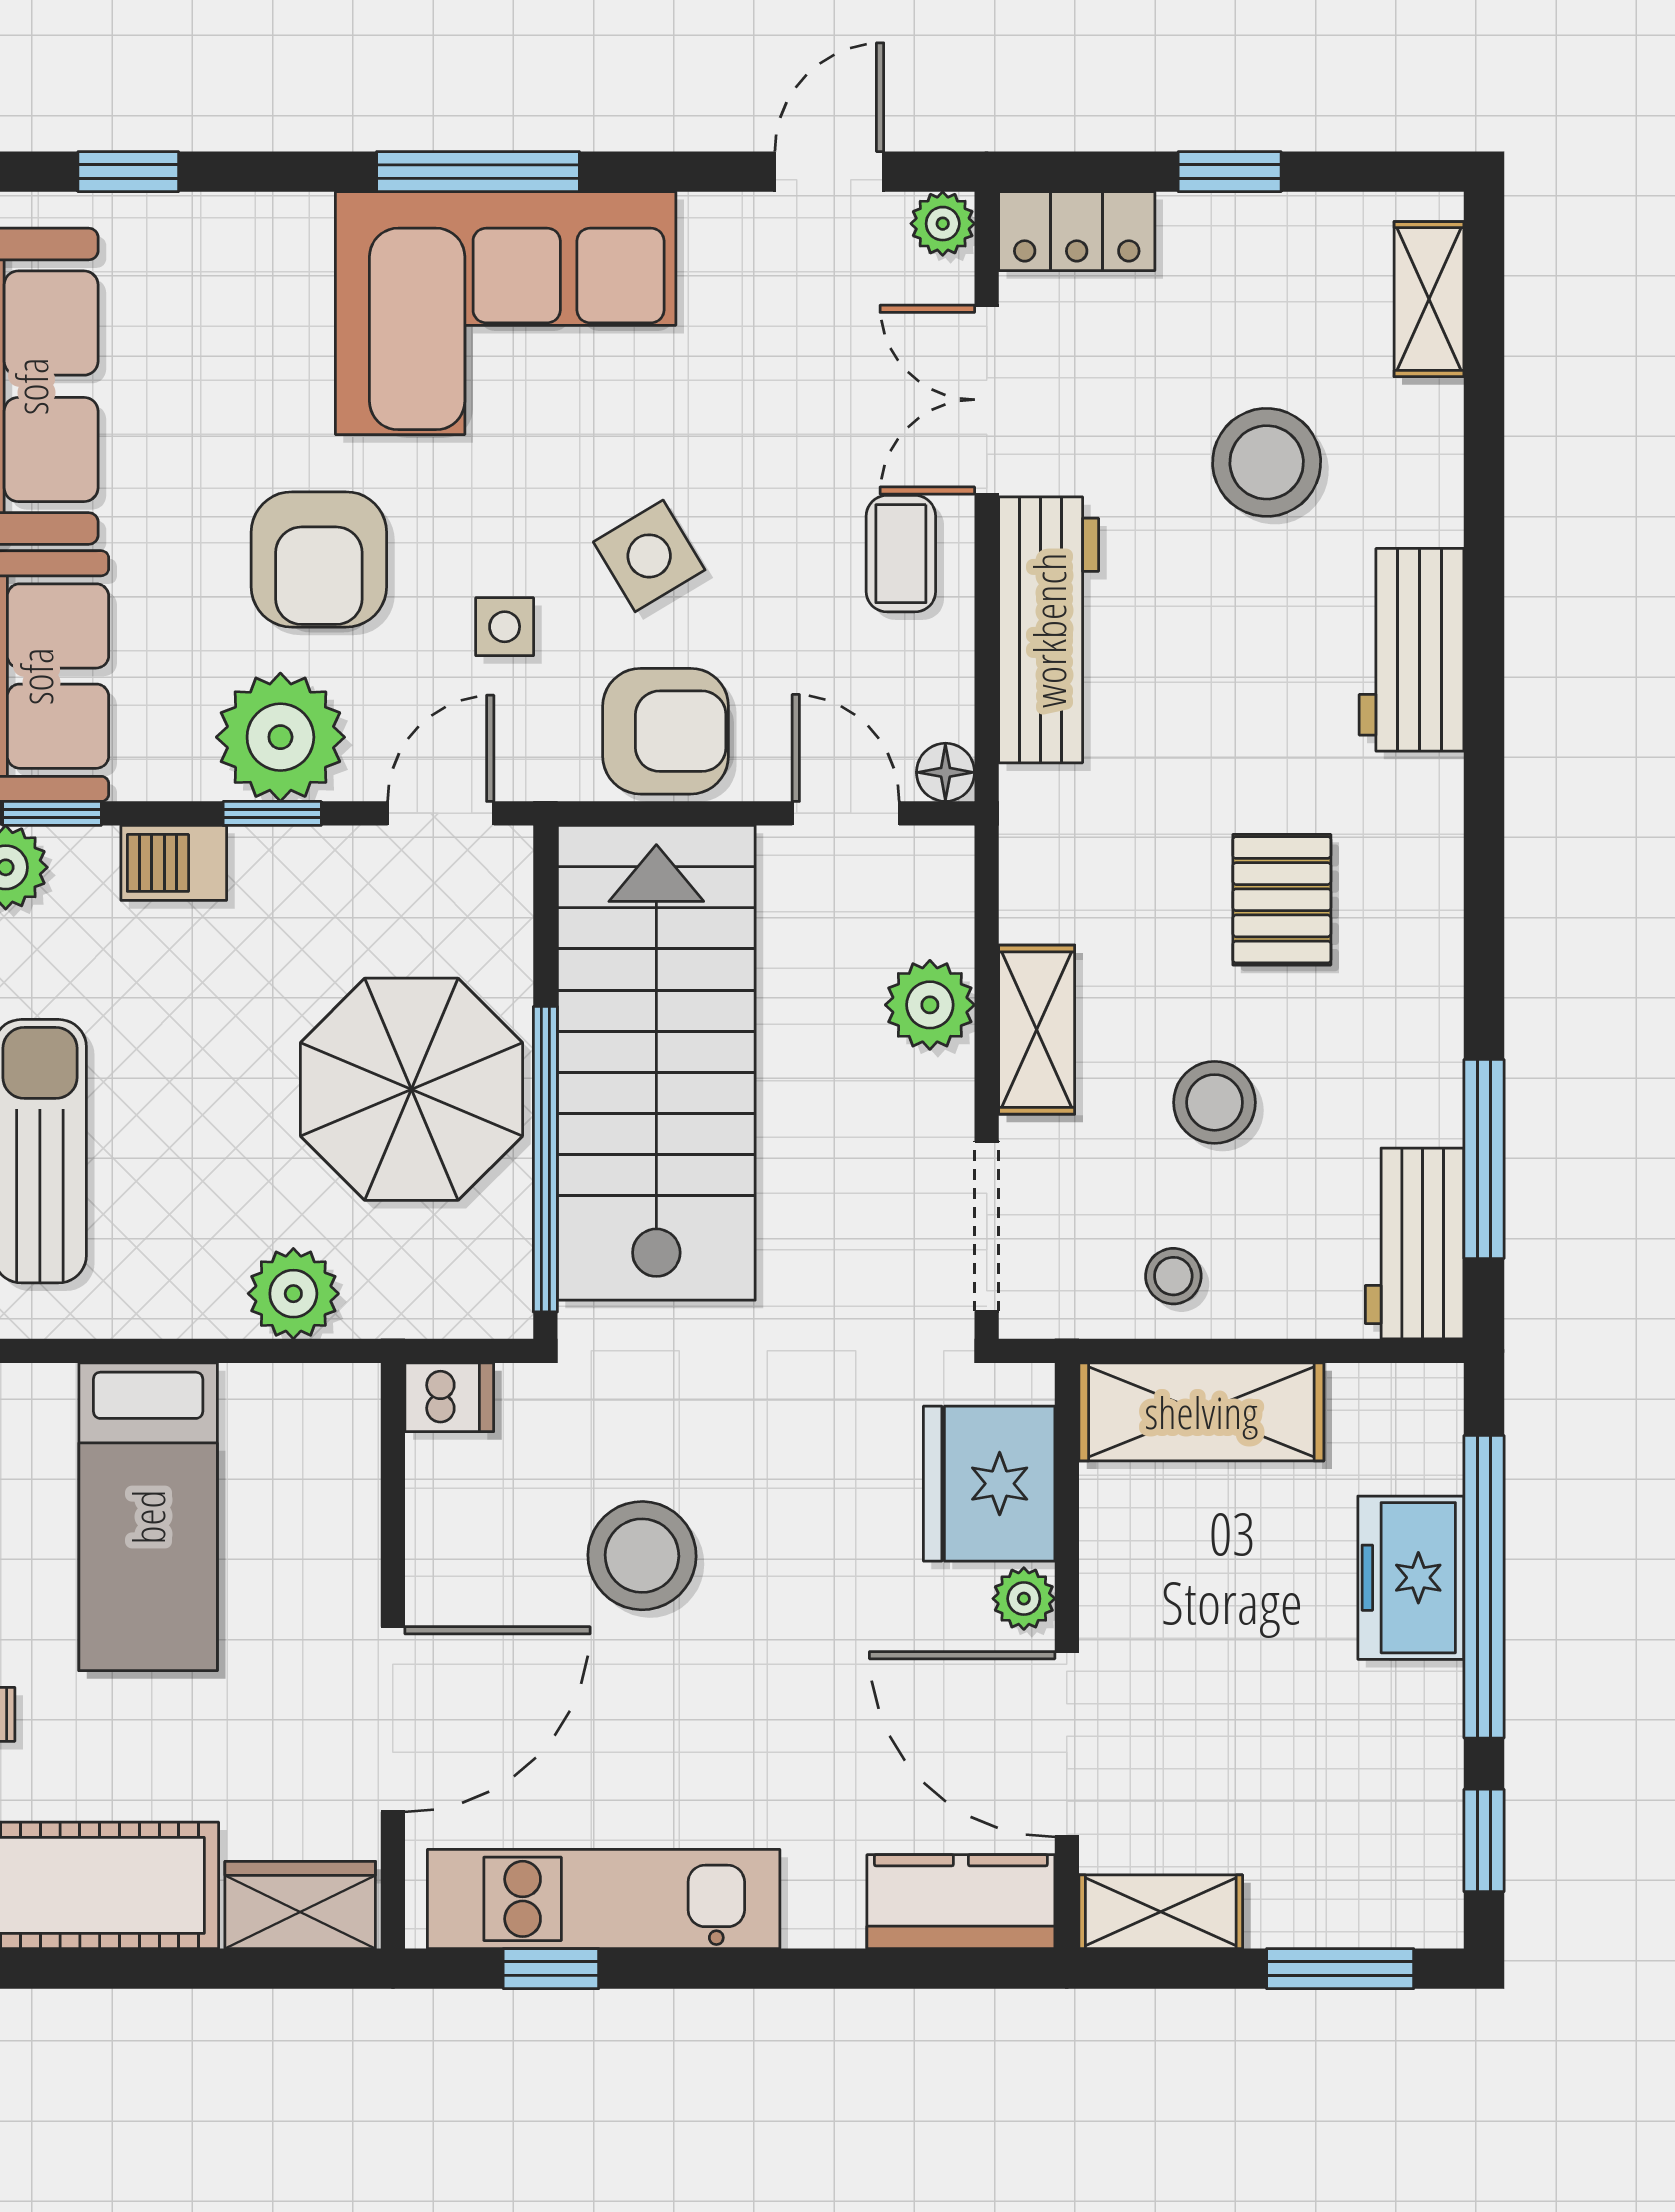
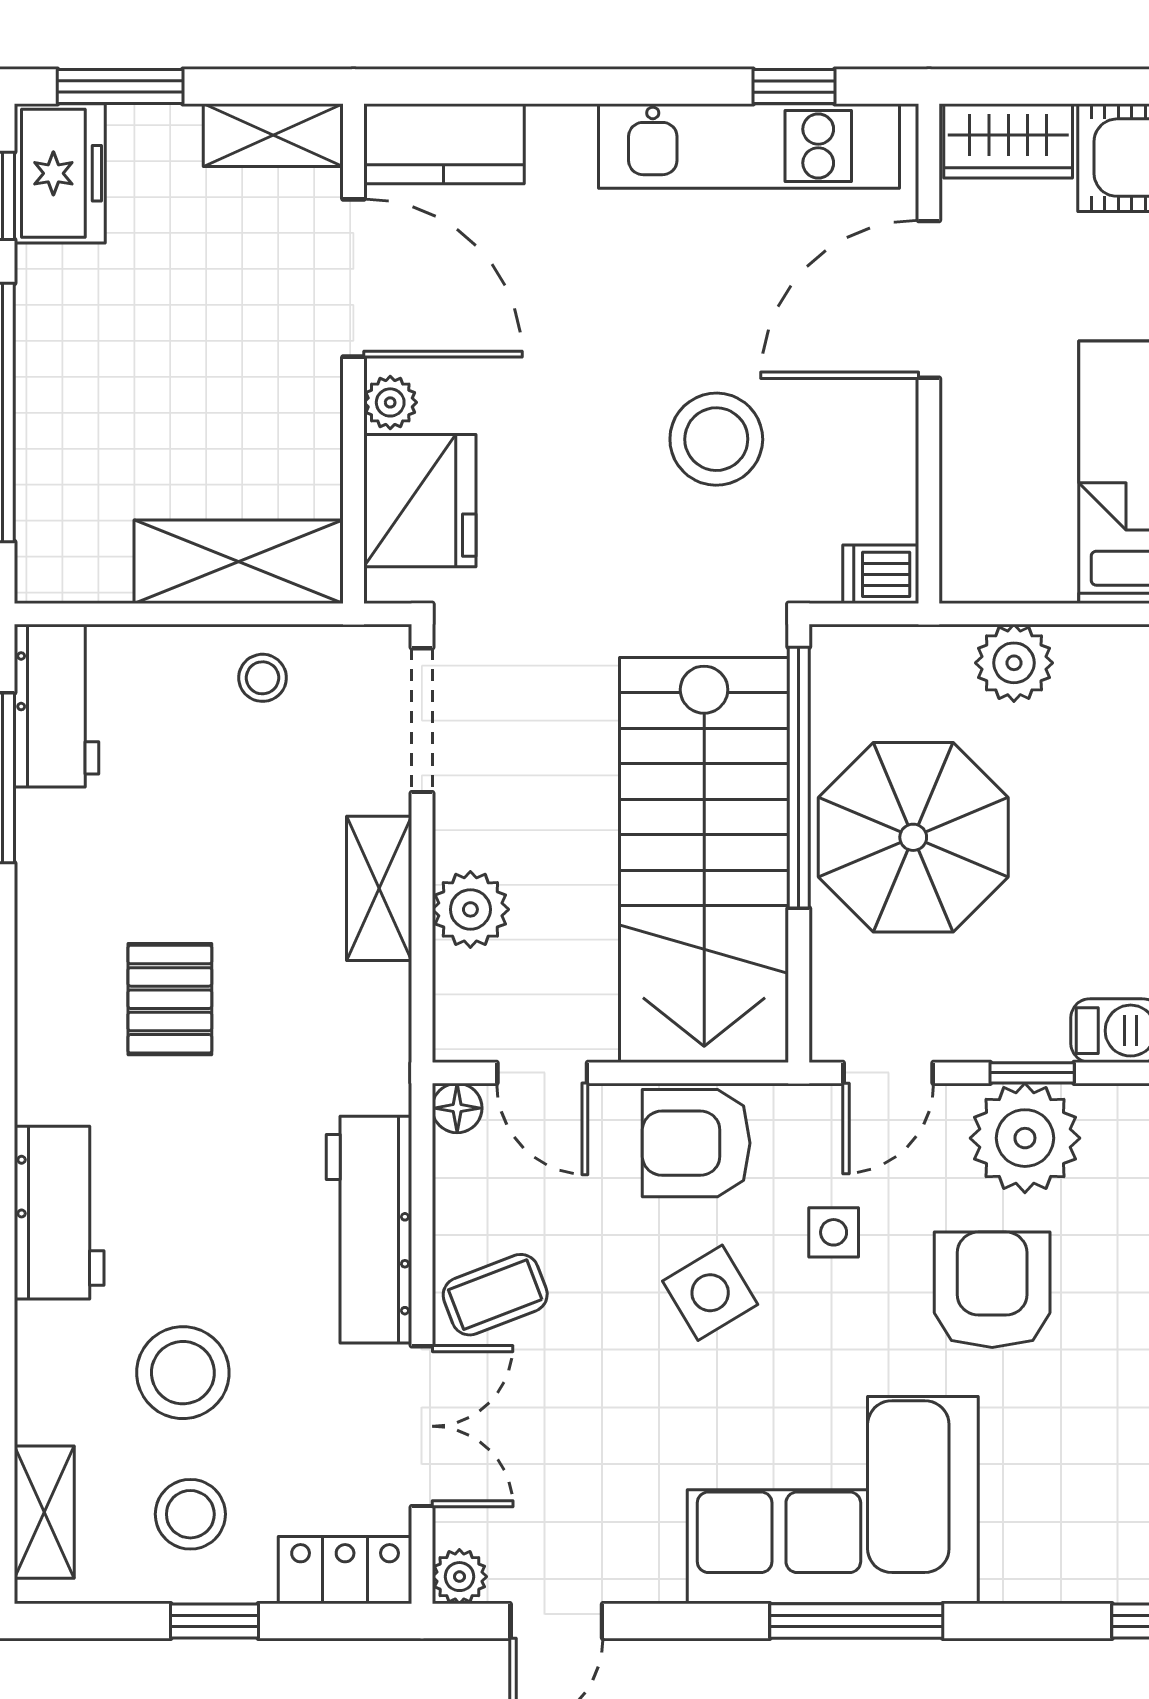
coffee table: (901, 554) -> (495, 1295), turned 69
stool: (1215, 1102) -> (190, 1514), moved
freezer: (1411, 1578) -> (60, 173), moved

